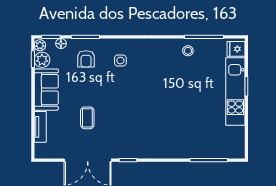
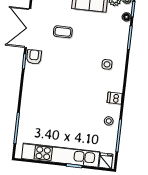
dishwasher: (160, 47) -> (115, 98), added
armchair: (86, 59) -> (34, 57), moved, turned 90
kitchen unit: (235, 91) -> (61, 155), width x1.36

